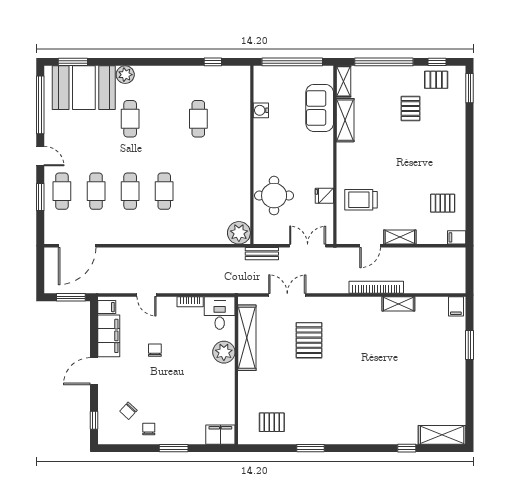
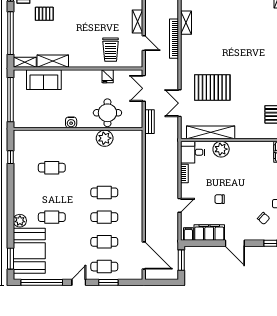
water cooler: (261, 110) -> (71, 122), moved
plant: (239, 233) -> (105, 138), moved
pallet: (309, 340) -> (212, 87), width x1.37, depth x1.41

